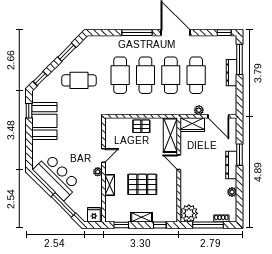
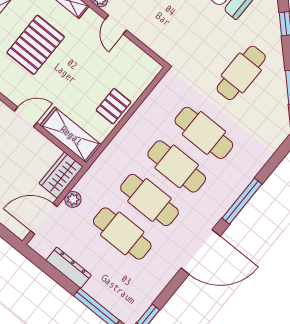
dresser: (232, 73) -> (69, 268), moved

